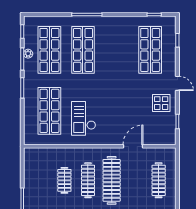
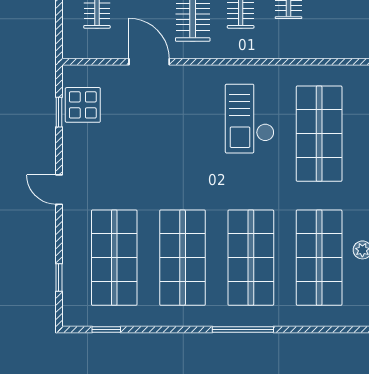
shop shelf: (117, 50) -> (183, 258), added
display table: (161, 103) -> (83, 105), moved
checkout: (84, 118) -> (250, 119), turned 180
door: (133, 146) -> (149, 62), swing flipped

